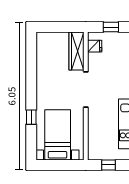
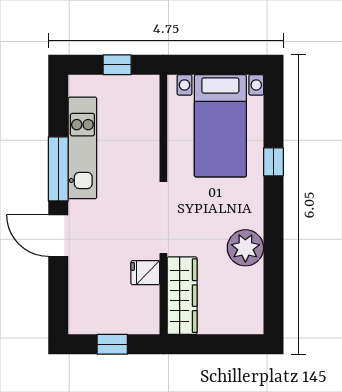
fridge: (95, 46) -> (145, 273), moved
plant: (45, 75) -> (245, 248), added

